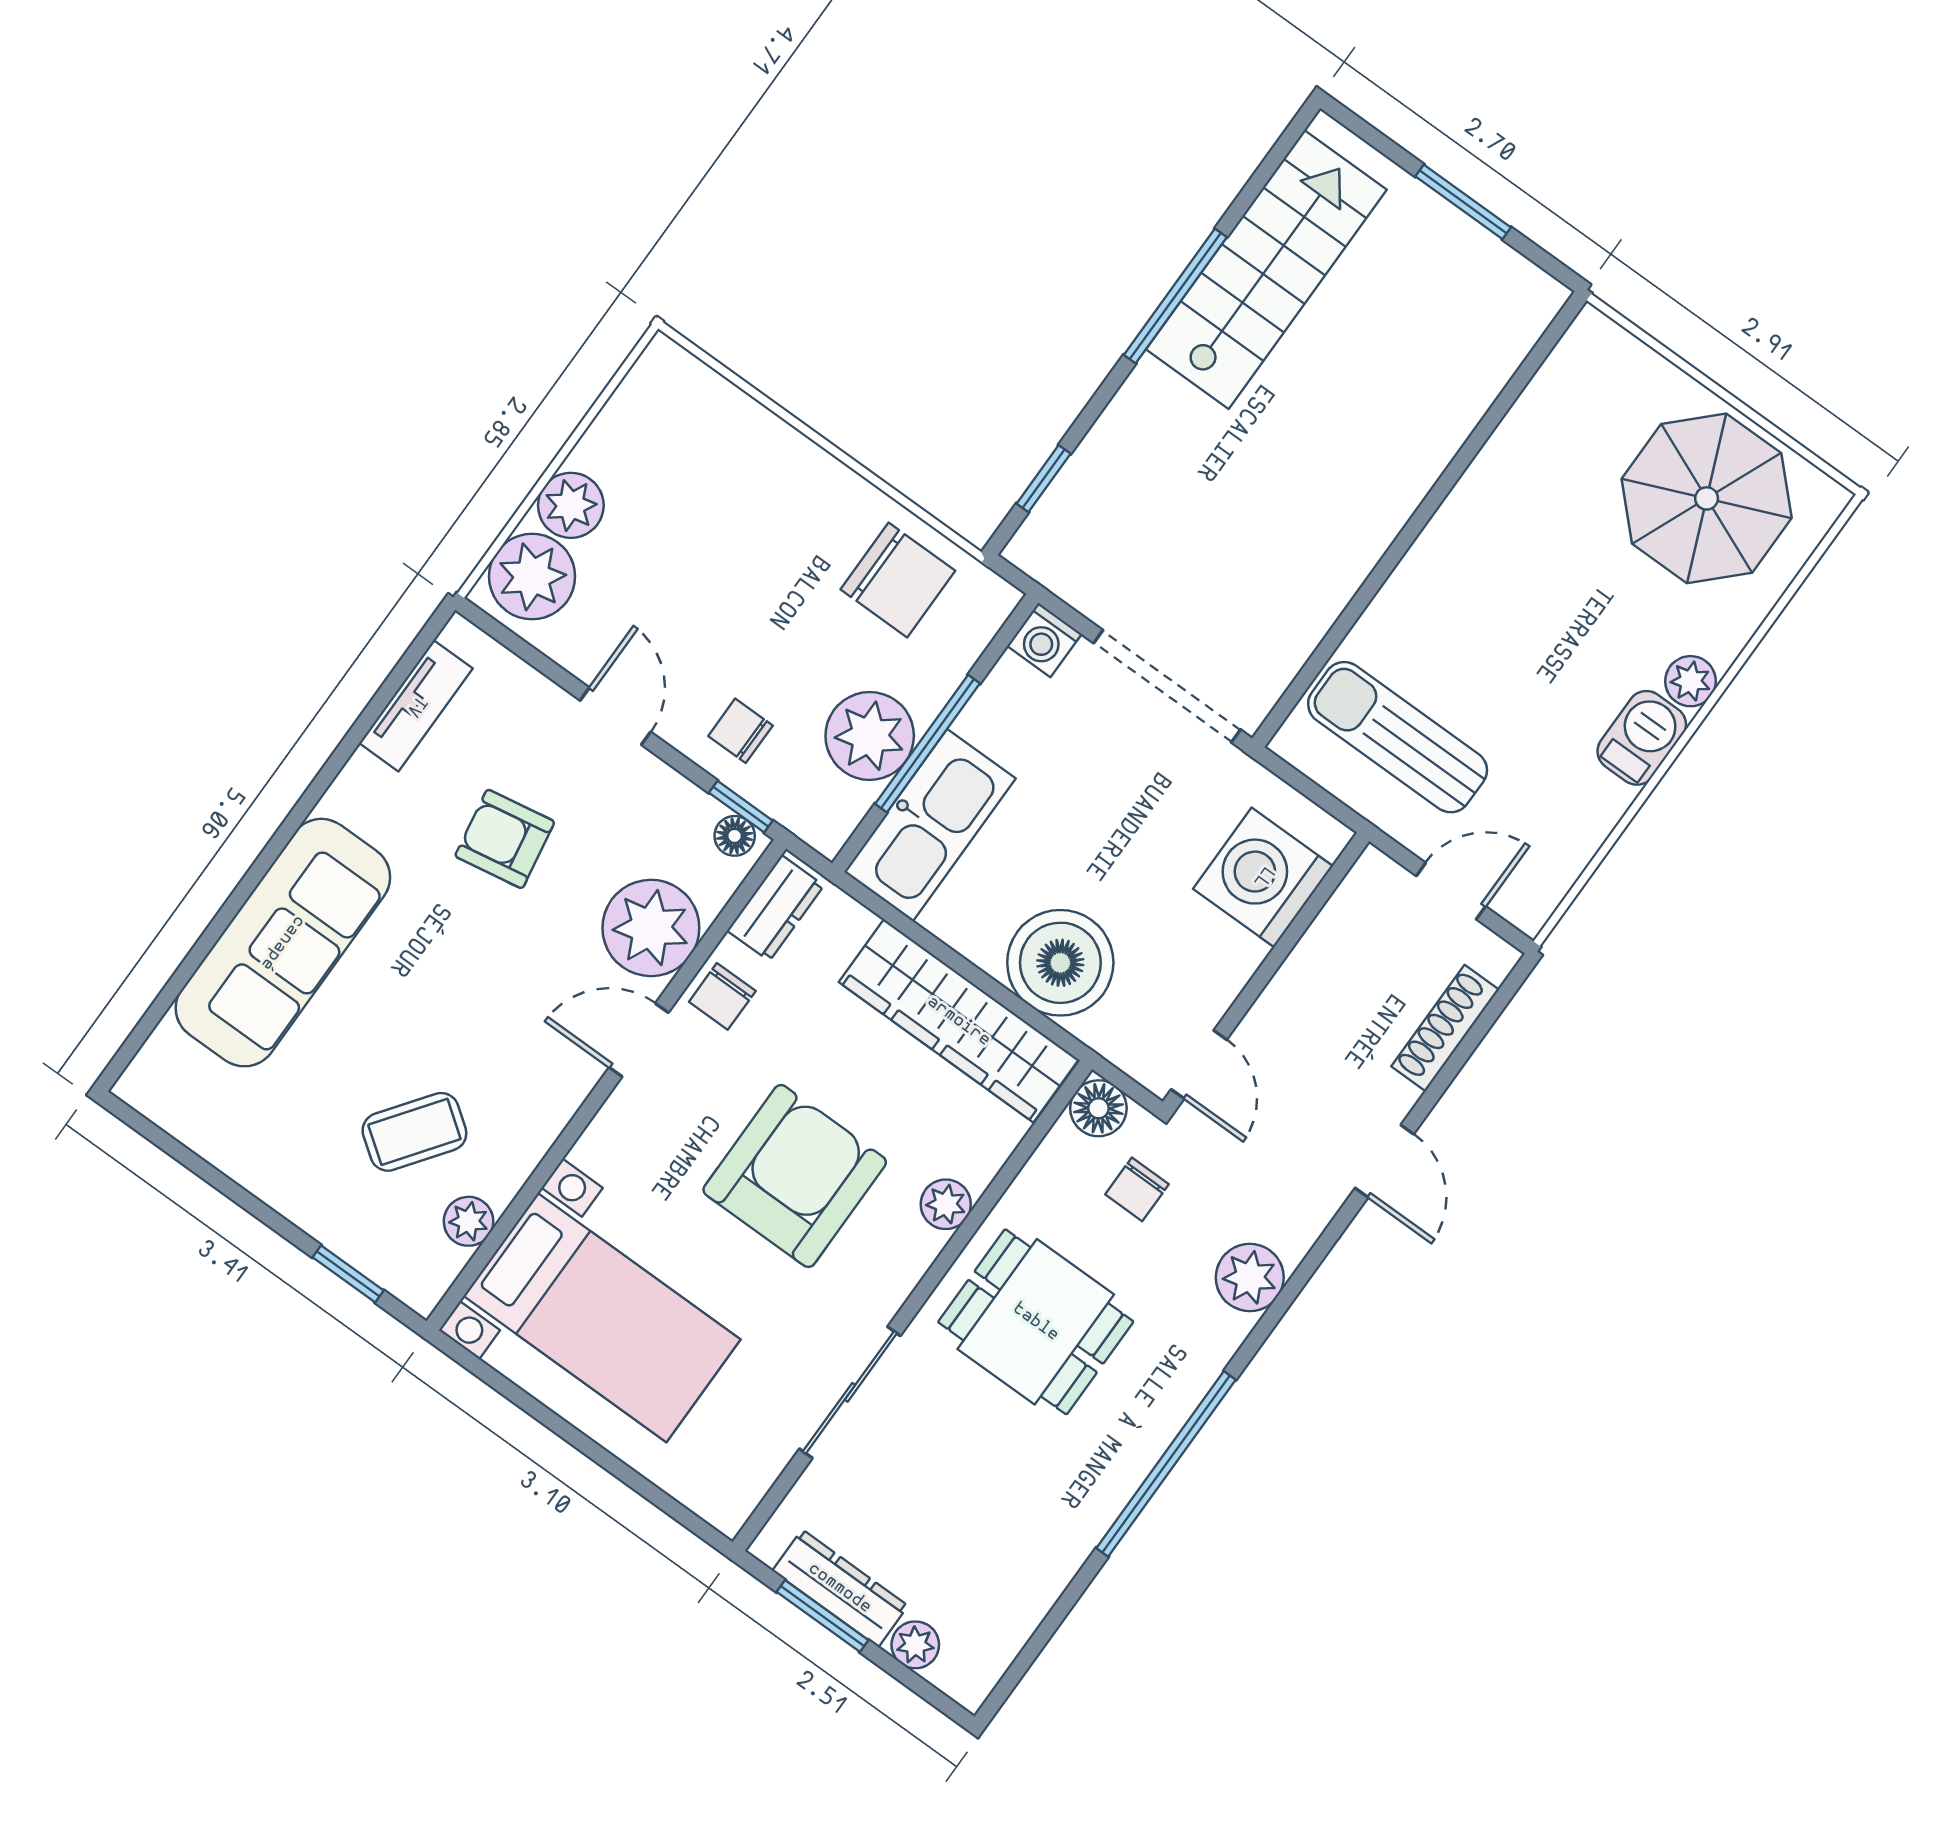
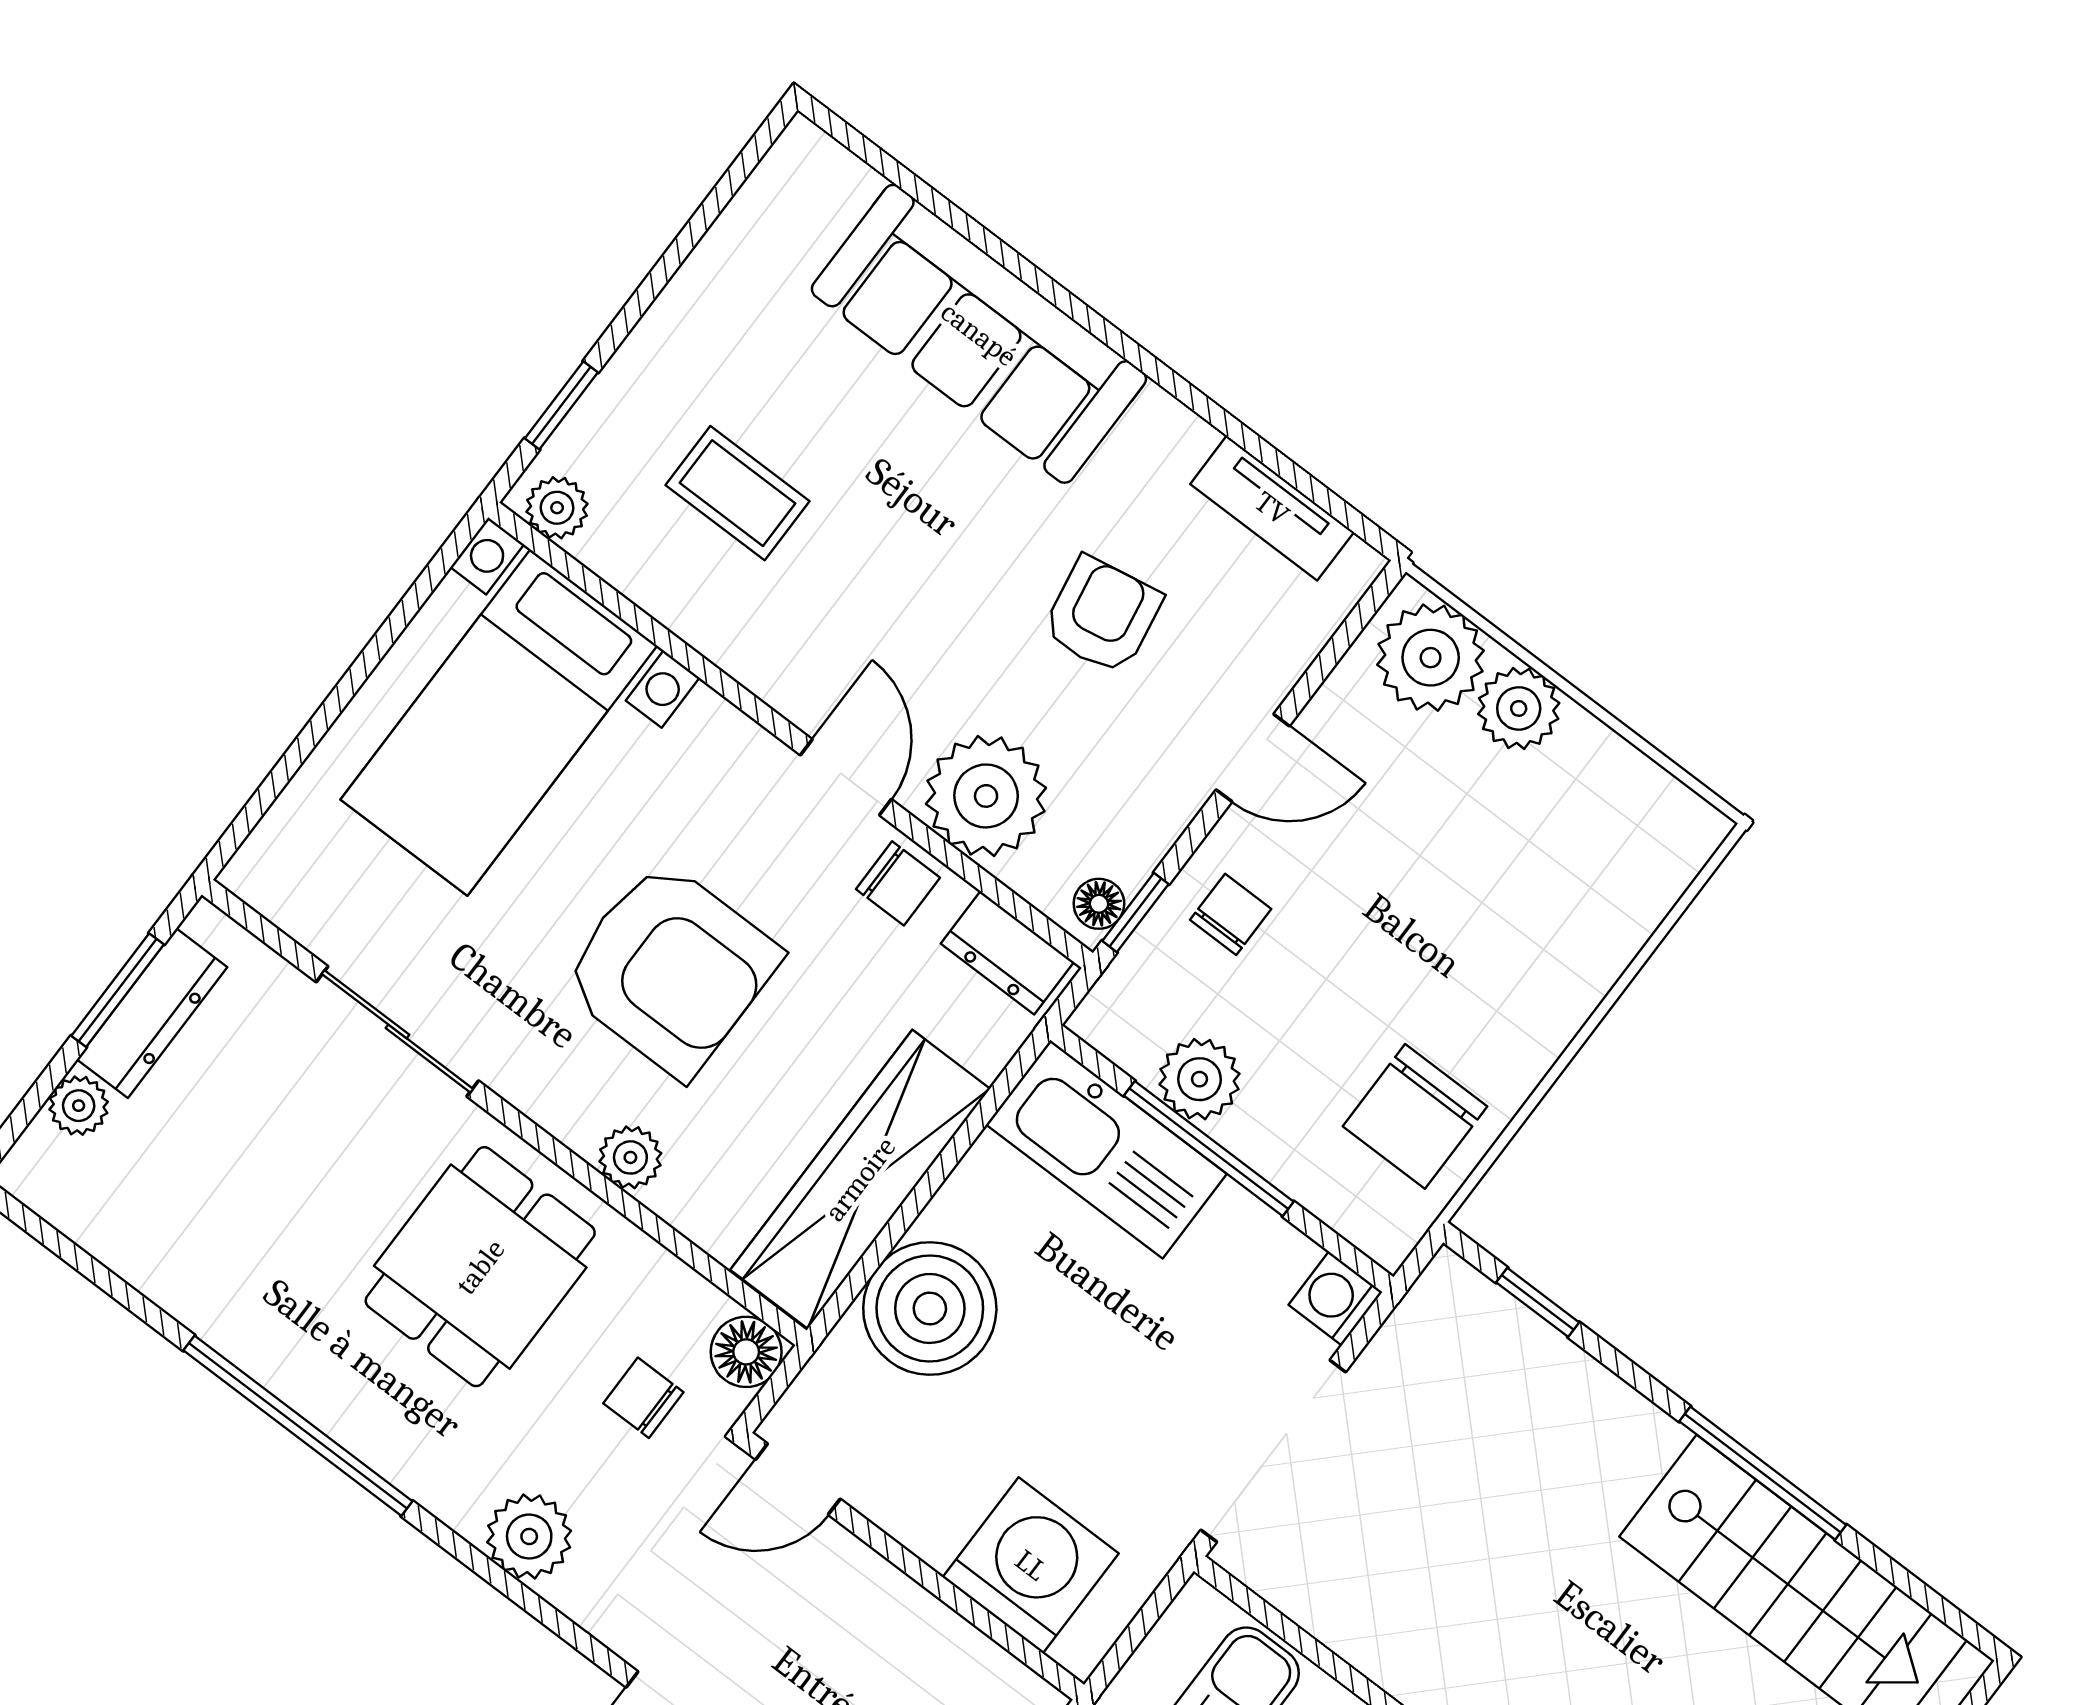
plant: (870, 736) -> (1200, 1079), width x0.73, depth x0.73
chair: (722, 996) -> (898, 883), turned 180
coffee table: (414, 1132) -> (738, 493), turned -36
plant: (469, 1221) -> (557, 508), moved

